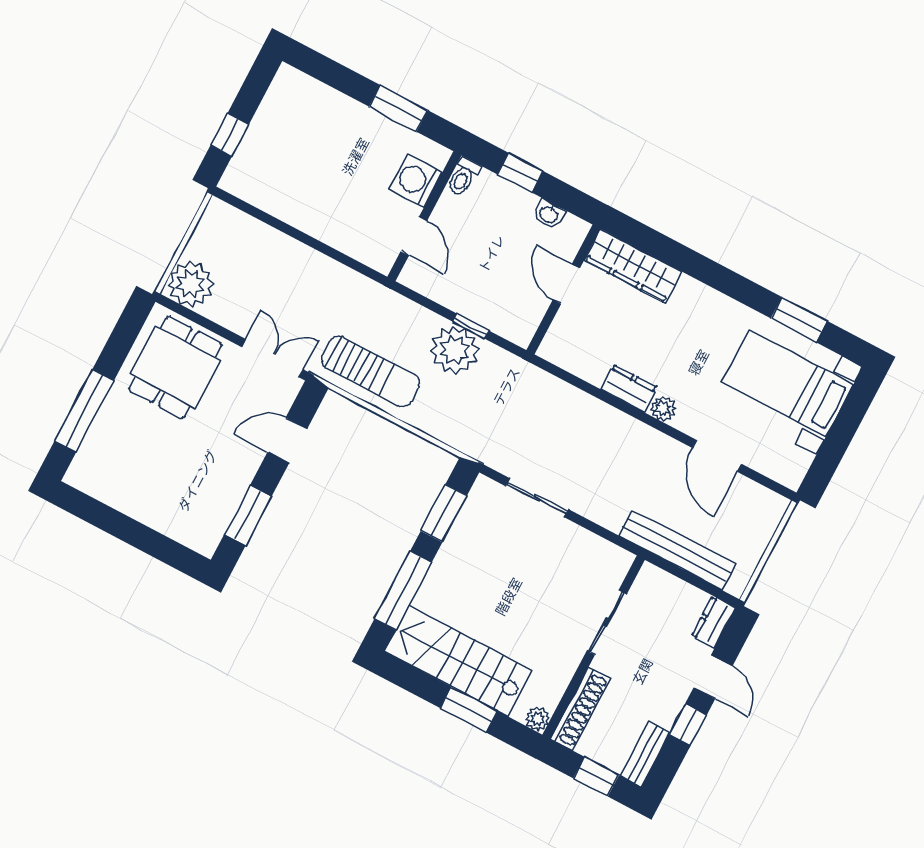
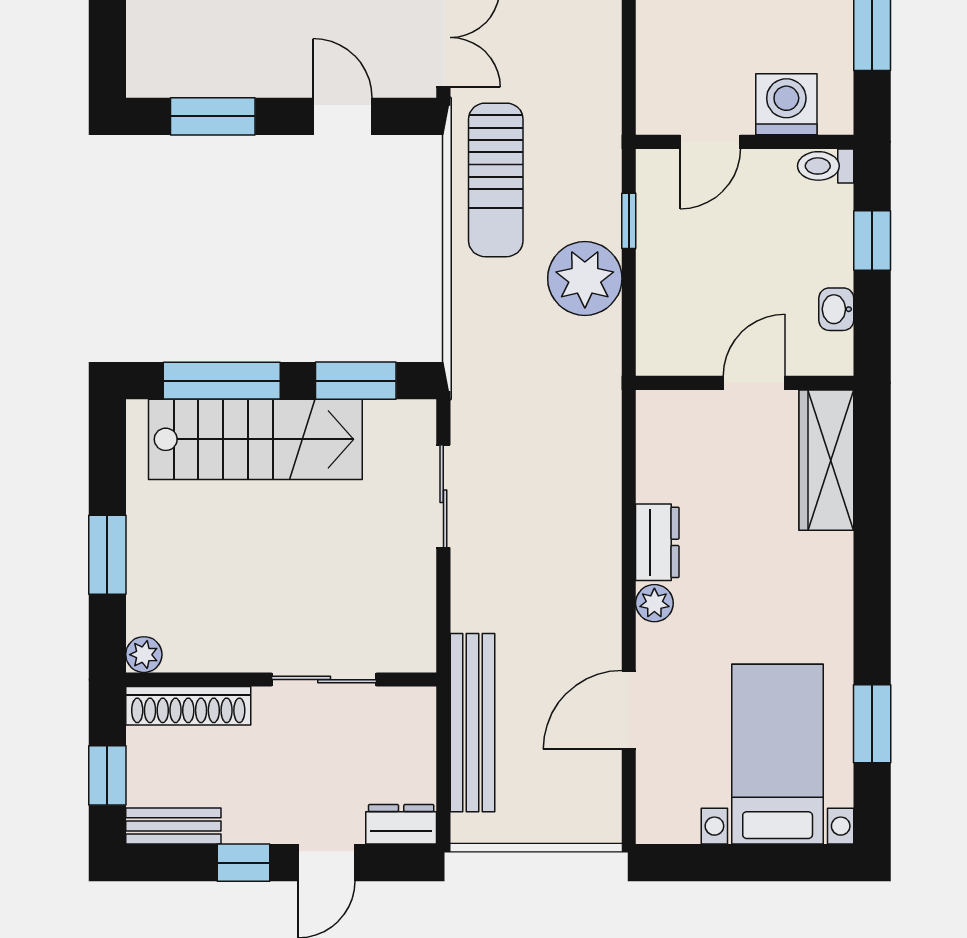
window: (471, 326) -> (629, 221), moved
stairs: (458, 661) -> (255, 439), moved, turned 90

